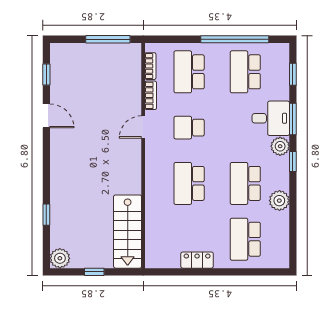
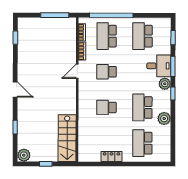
window: (235, 39) -> (111, 15), moved
door: (46, 116) -> (15, 90), moved
school desk: (189, 183) -> (106, 107), width x0.54

